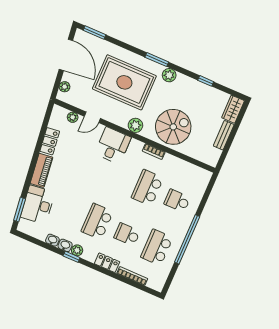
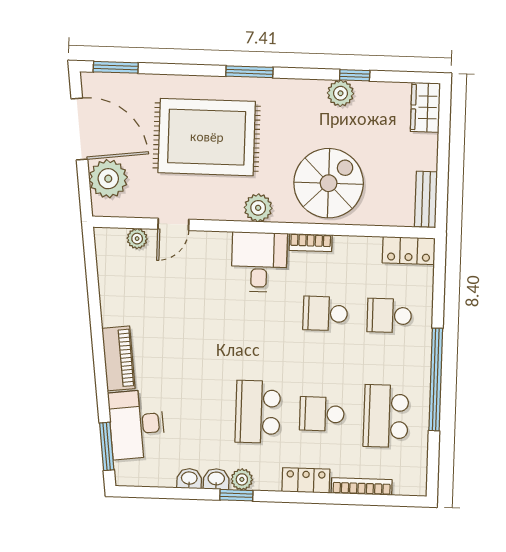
plant: (169, 75) -> (341, 93), moved
plant: (65, 87) -> (108, 179), width x1.88, depth x1.88
bench: (224, 135) -> (426, 199), moved
locker: (50, 141) -> (409, 250), moved, turned 97
desk: (113, 145) -> (259, 262), moved
school desk: (147, 188) -> (325, 313), width x0.54

